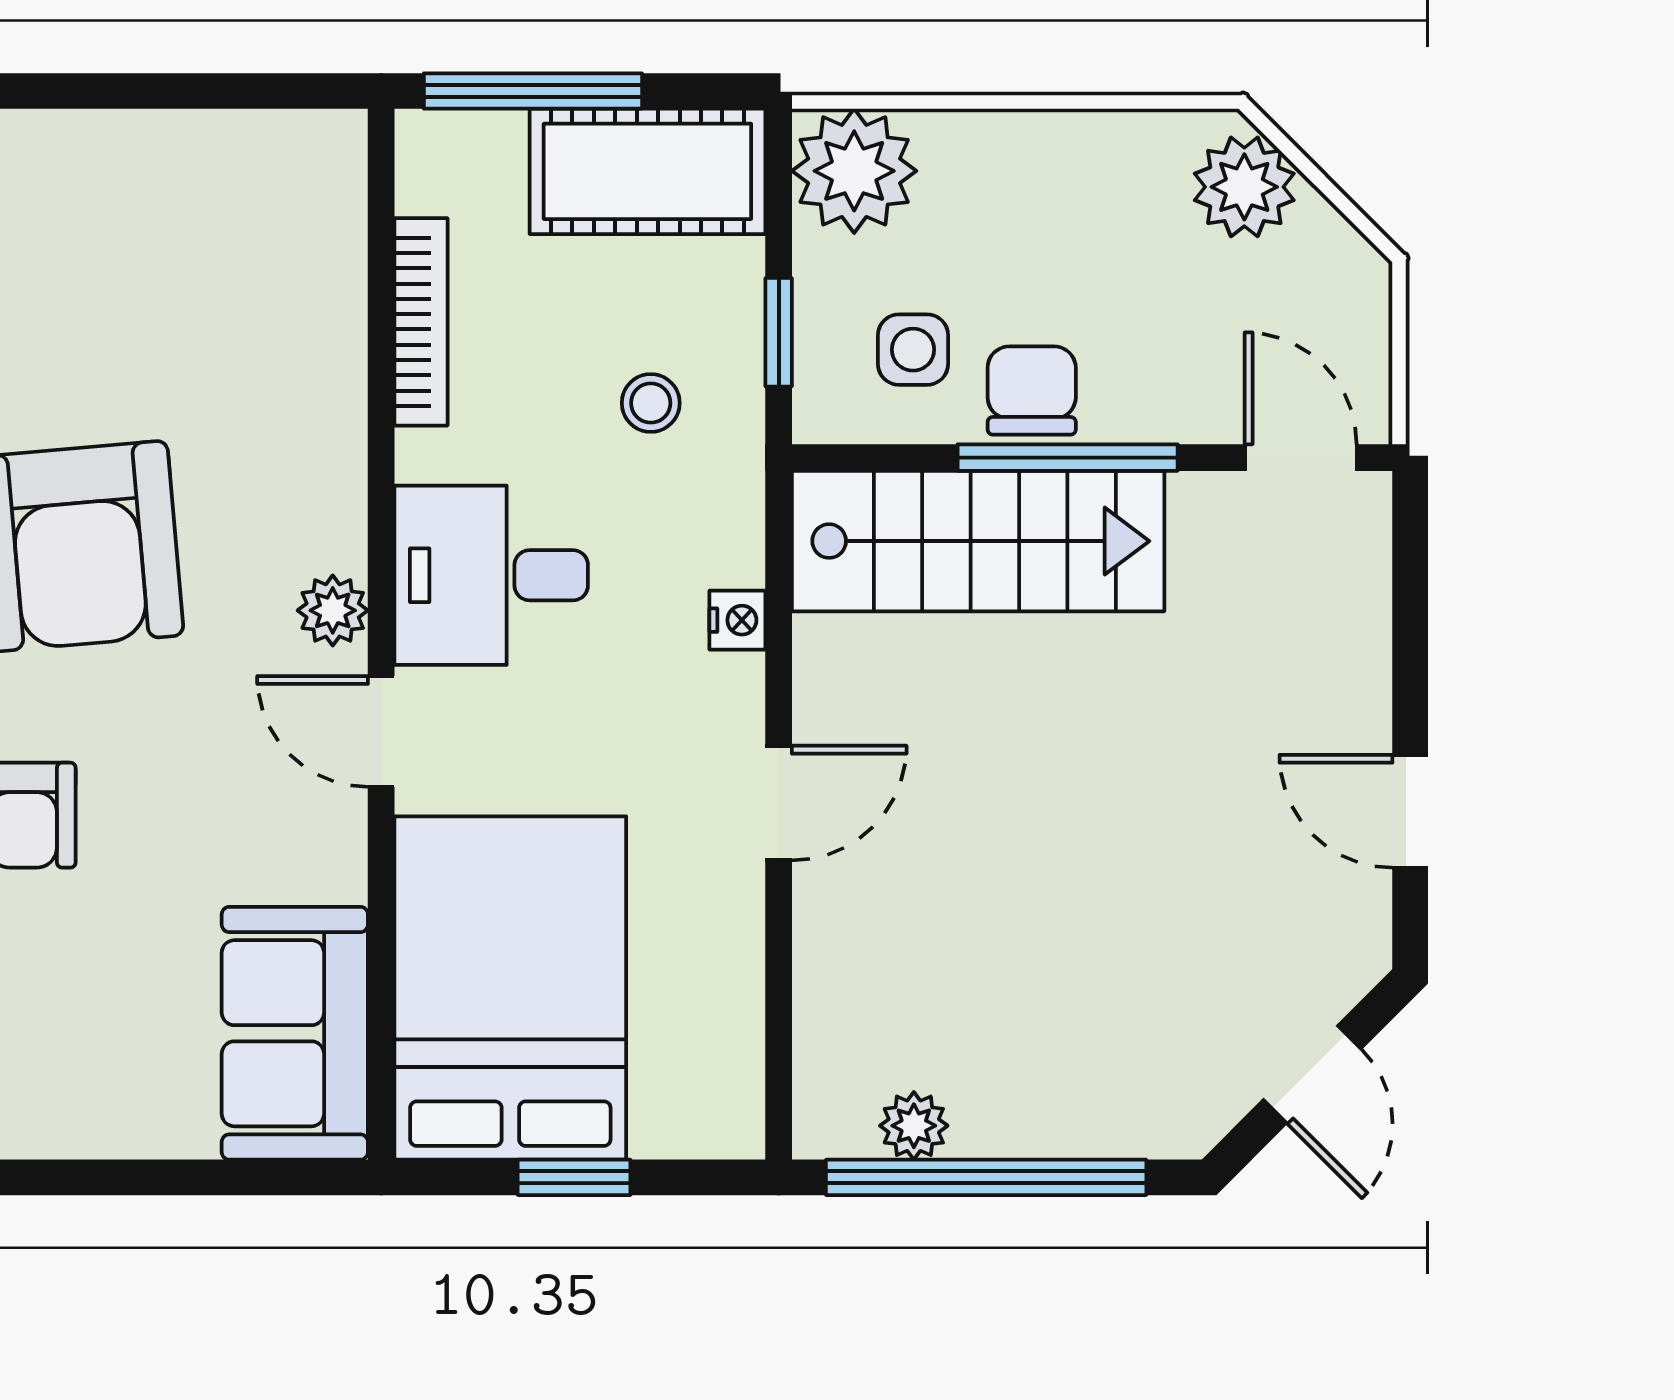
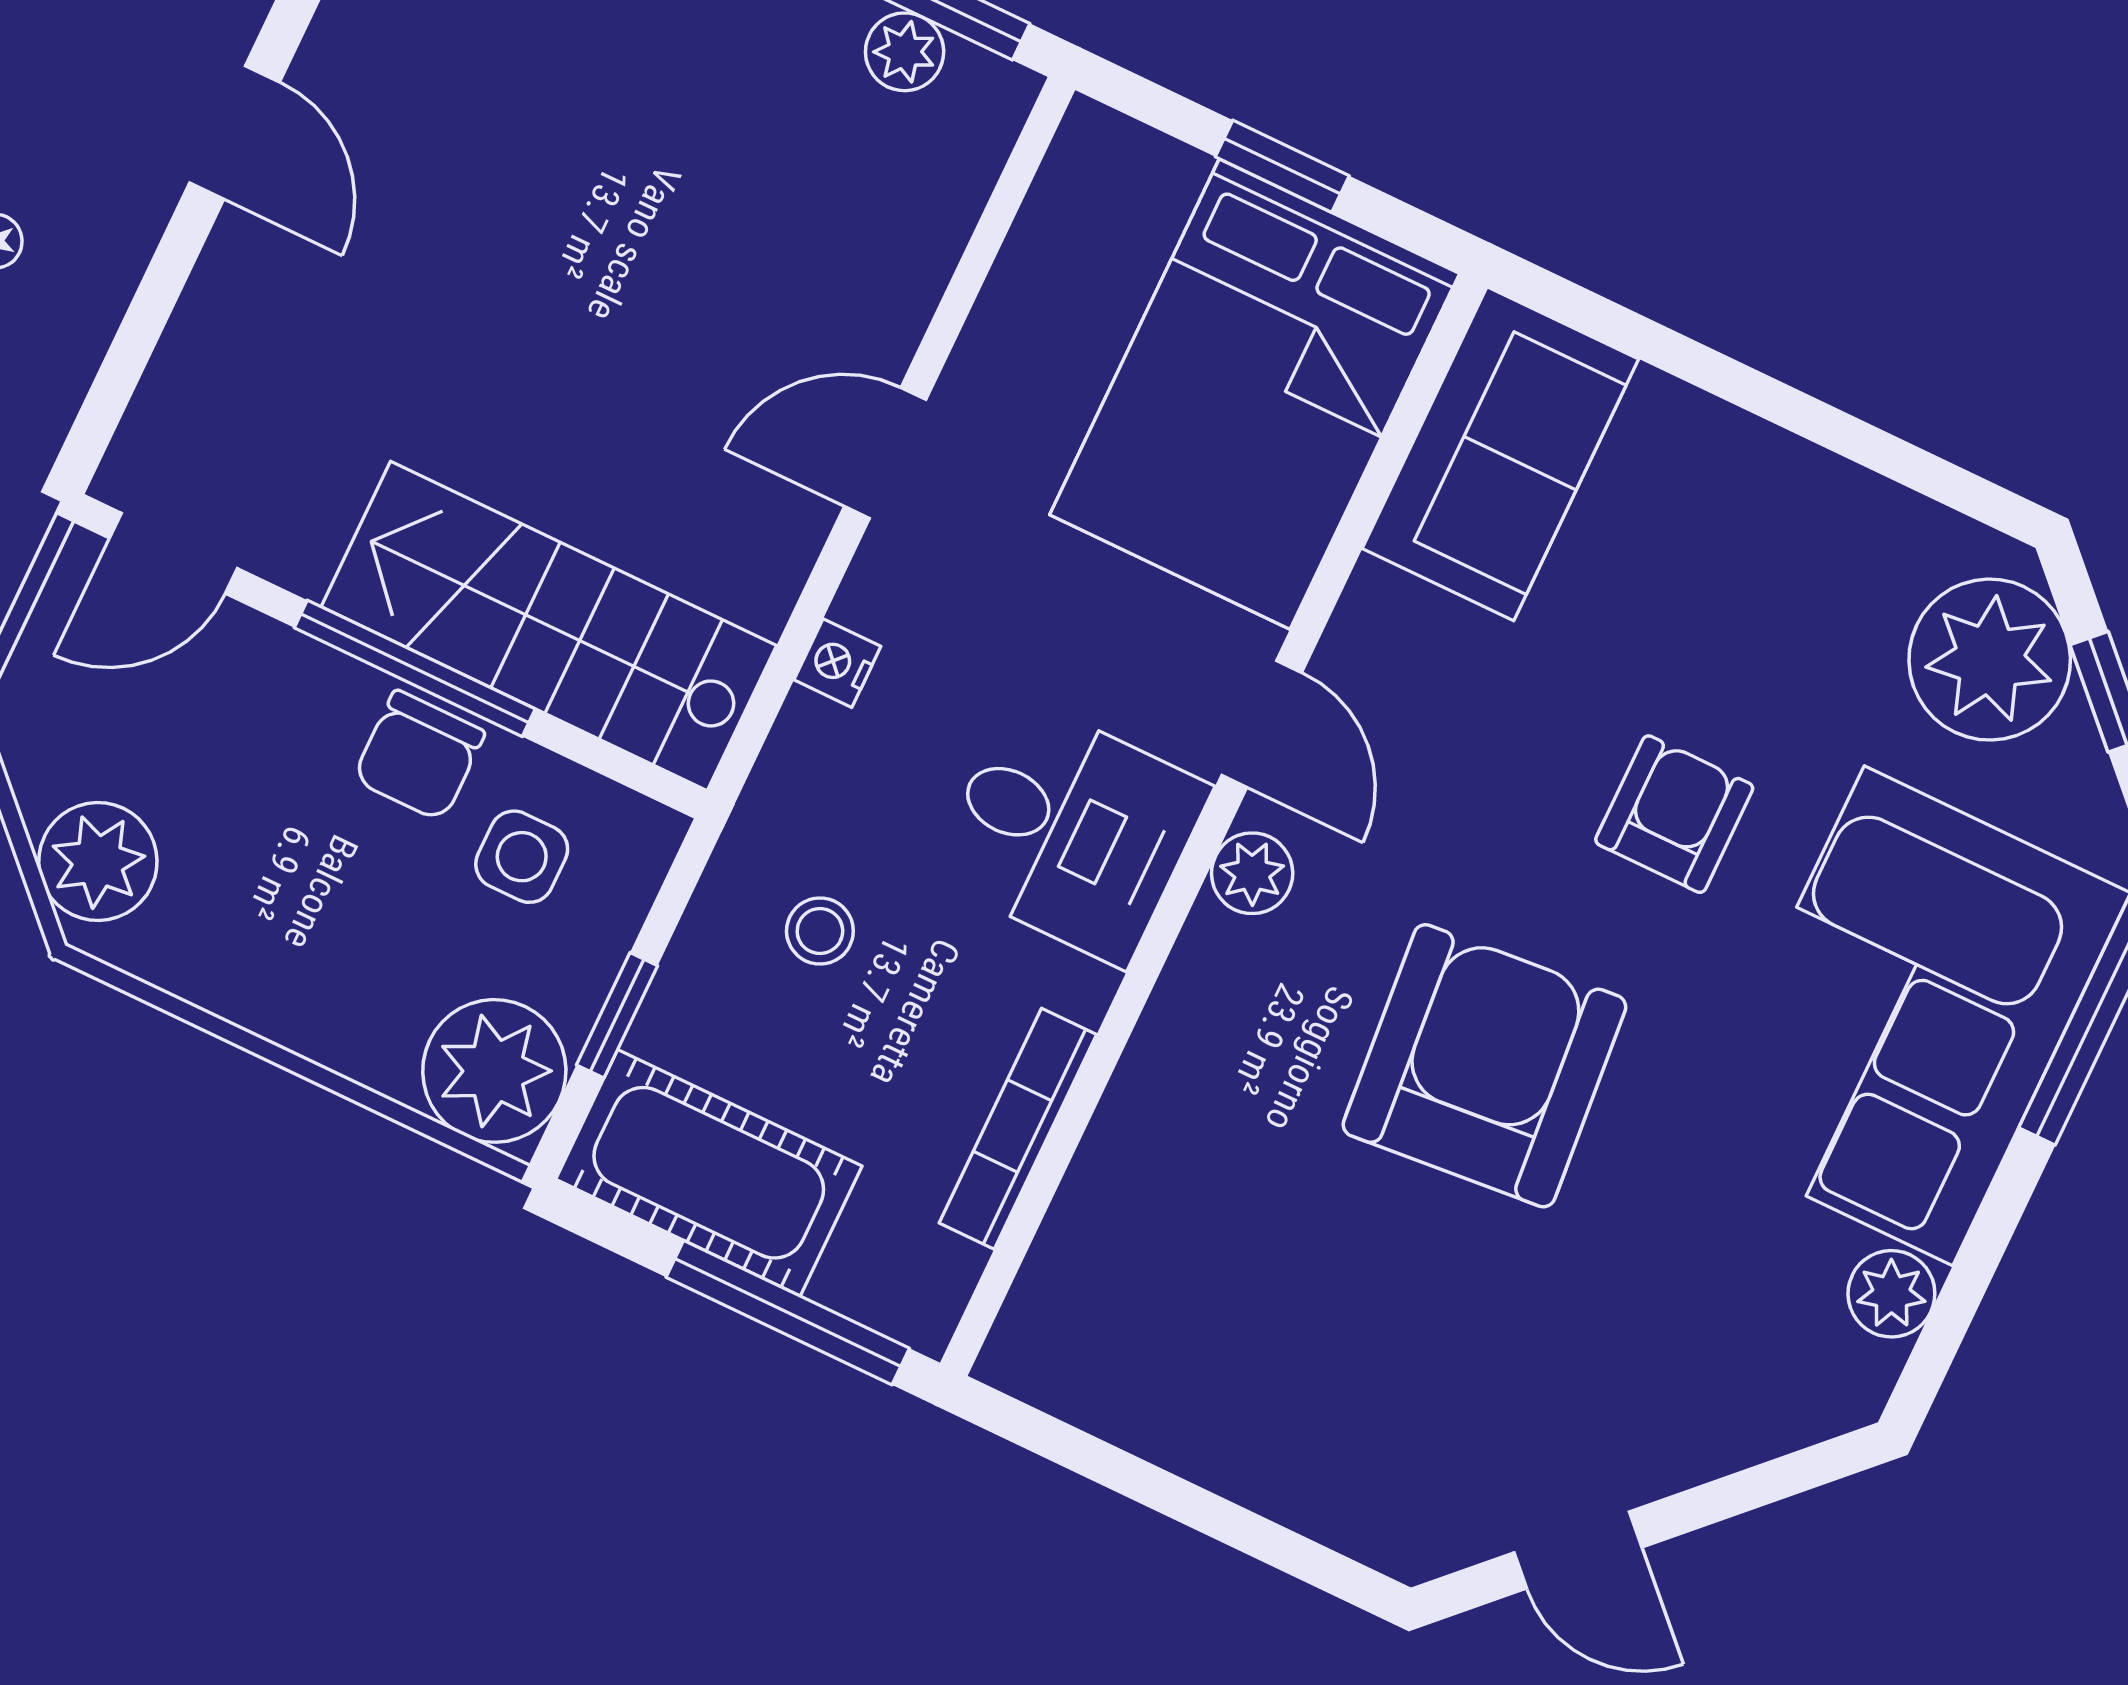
window: (779, 332) -> (617, 1015), moved
door: (1301, 458) -> (173, 553), hinge flipped

